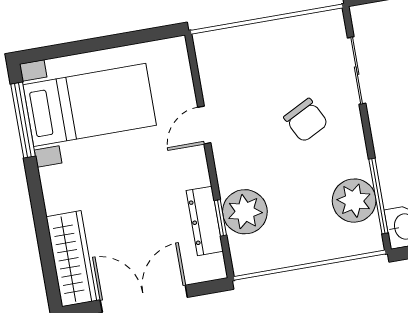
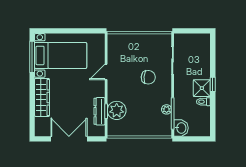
chair: (306, 120) -> (148, 77), turned -58
plant: (354, 201) -> (167, 109), width x0.53, depth x0.53
wardrobe: (71, 259) -> (42, 97), moved

